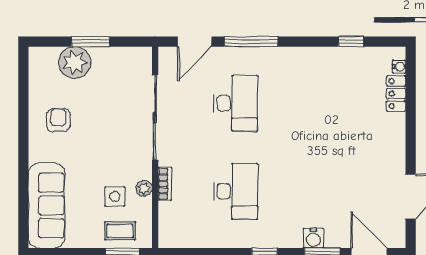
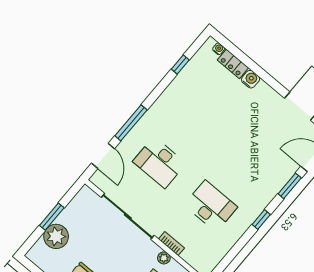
desk: (236, 103) -> (159, 162), turned 180
water cooler: (313, 238) -> (251, 79), moved, turned -90

